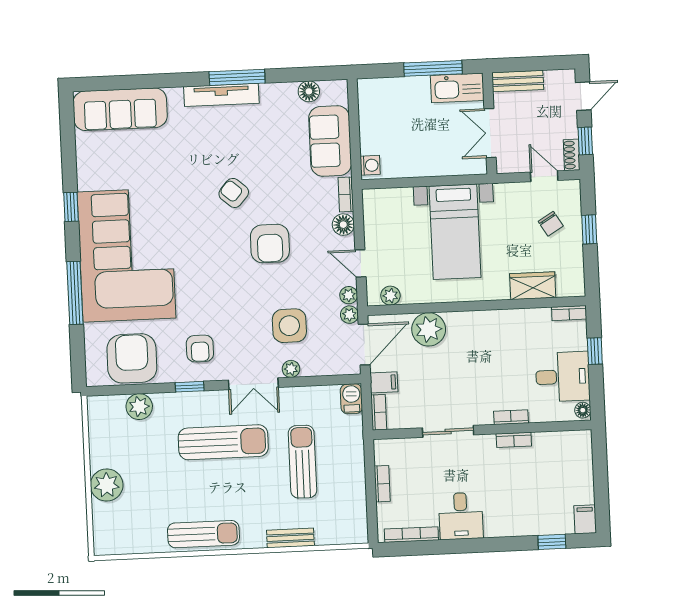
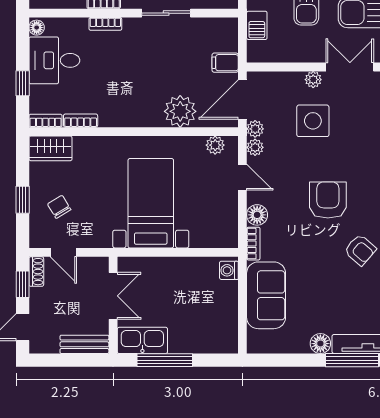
floor lamp: (309, 91) -> (320, 344), moved
wardrobe: (533, 286) -> (50, 148), moved
barbecue: (351, 399) -> (257, 25), moved
bookcase: (379, 412) -> (81, 121), moved, turned 90

